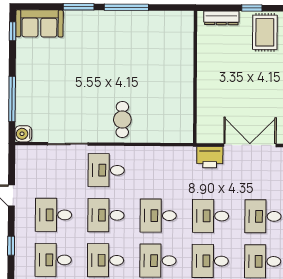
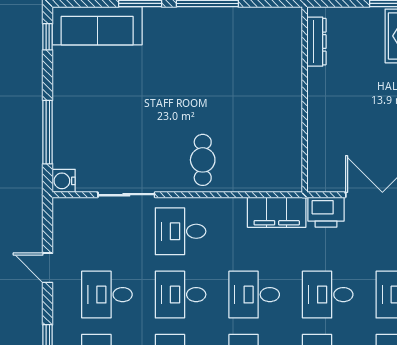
dresser: (221, 18) -> (317, 42), moved, turned -90
sofa: (39, 23) -> (97, 26), width x1.36
filing cabinet: (175, 157) -> (277, 212), added

